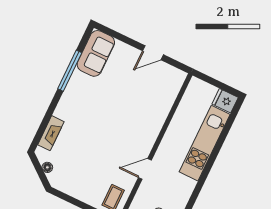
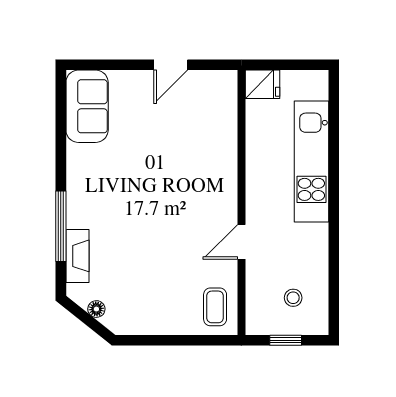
window: (70, 71) -> (61, 226), moved
fridge: (225, 101) -> (263, 84), moved, turned 180

